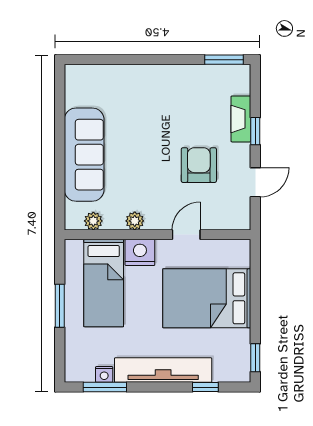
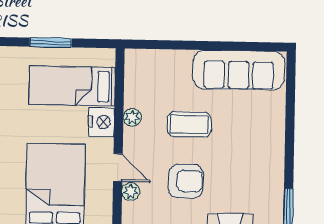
sofa: (84, 155) -> (239, 70), moved
coffee table: (141, 162) -> (189, 124), added
plant: (93, 221) -> (131, 191), moved

